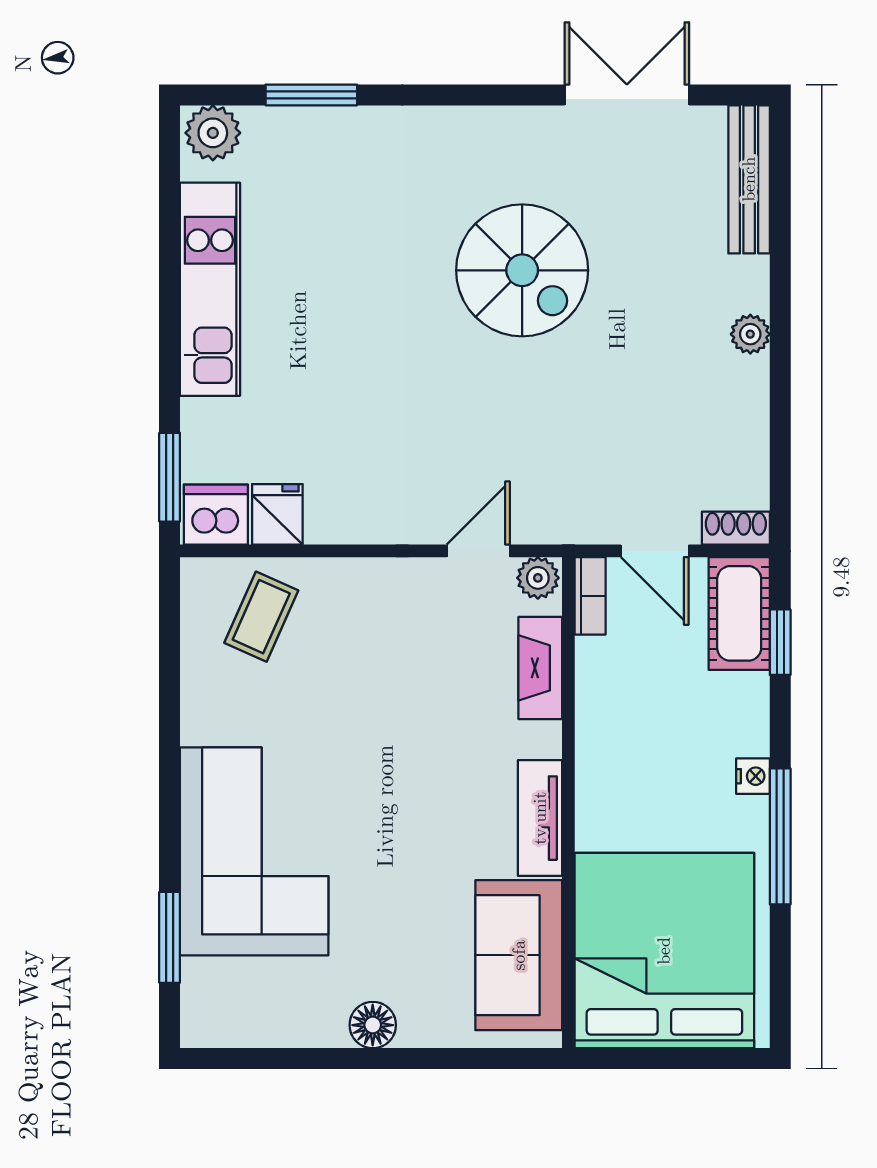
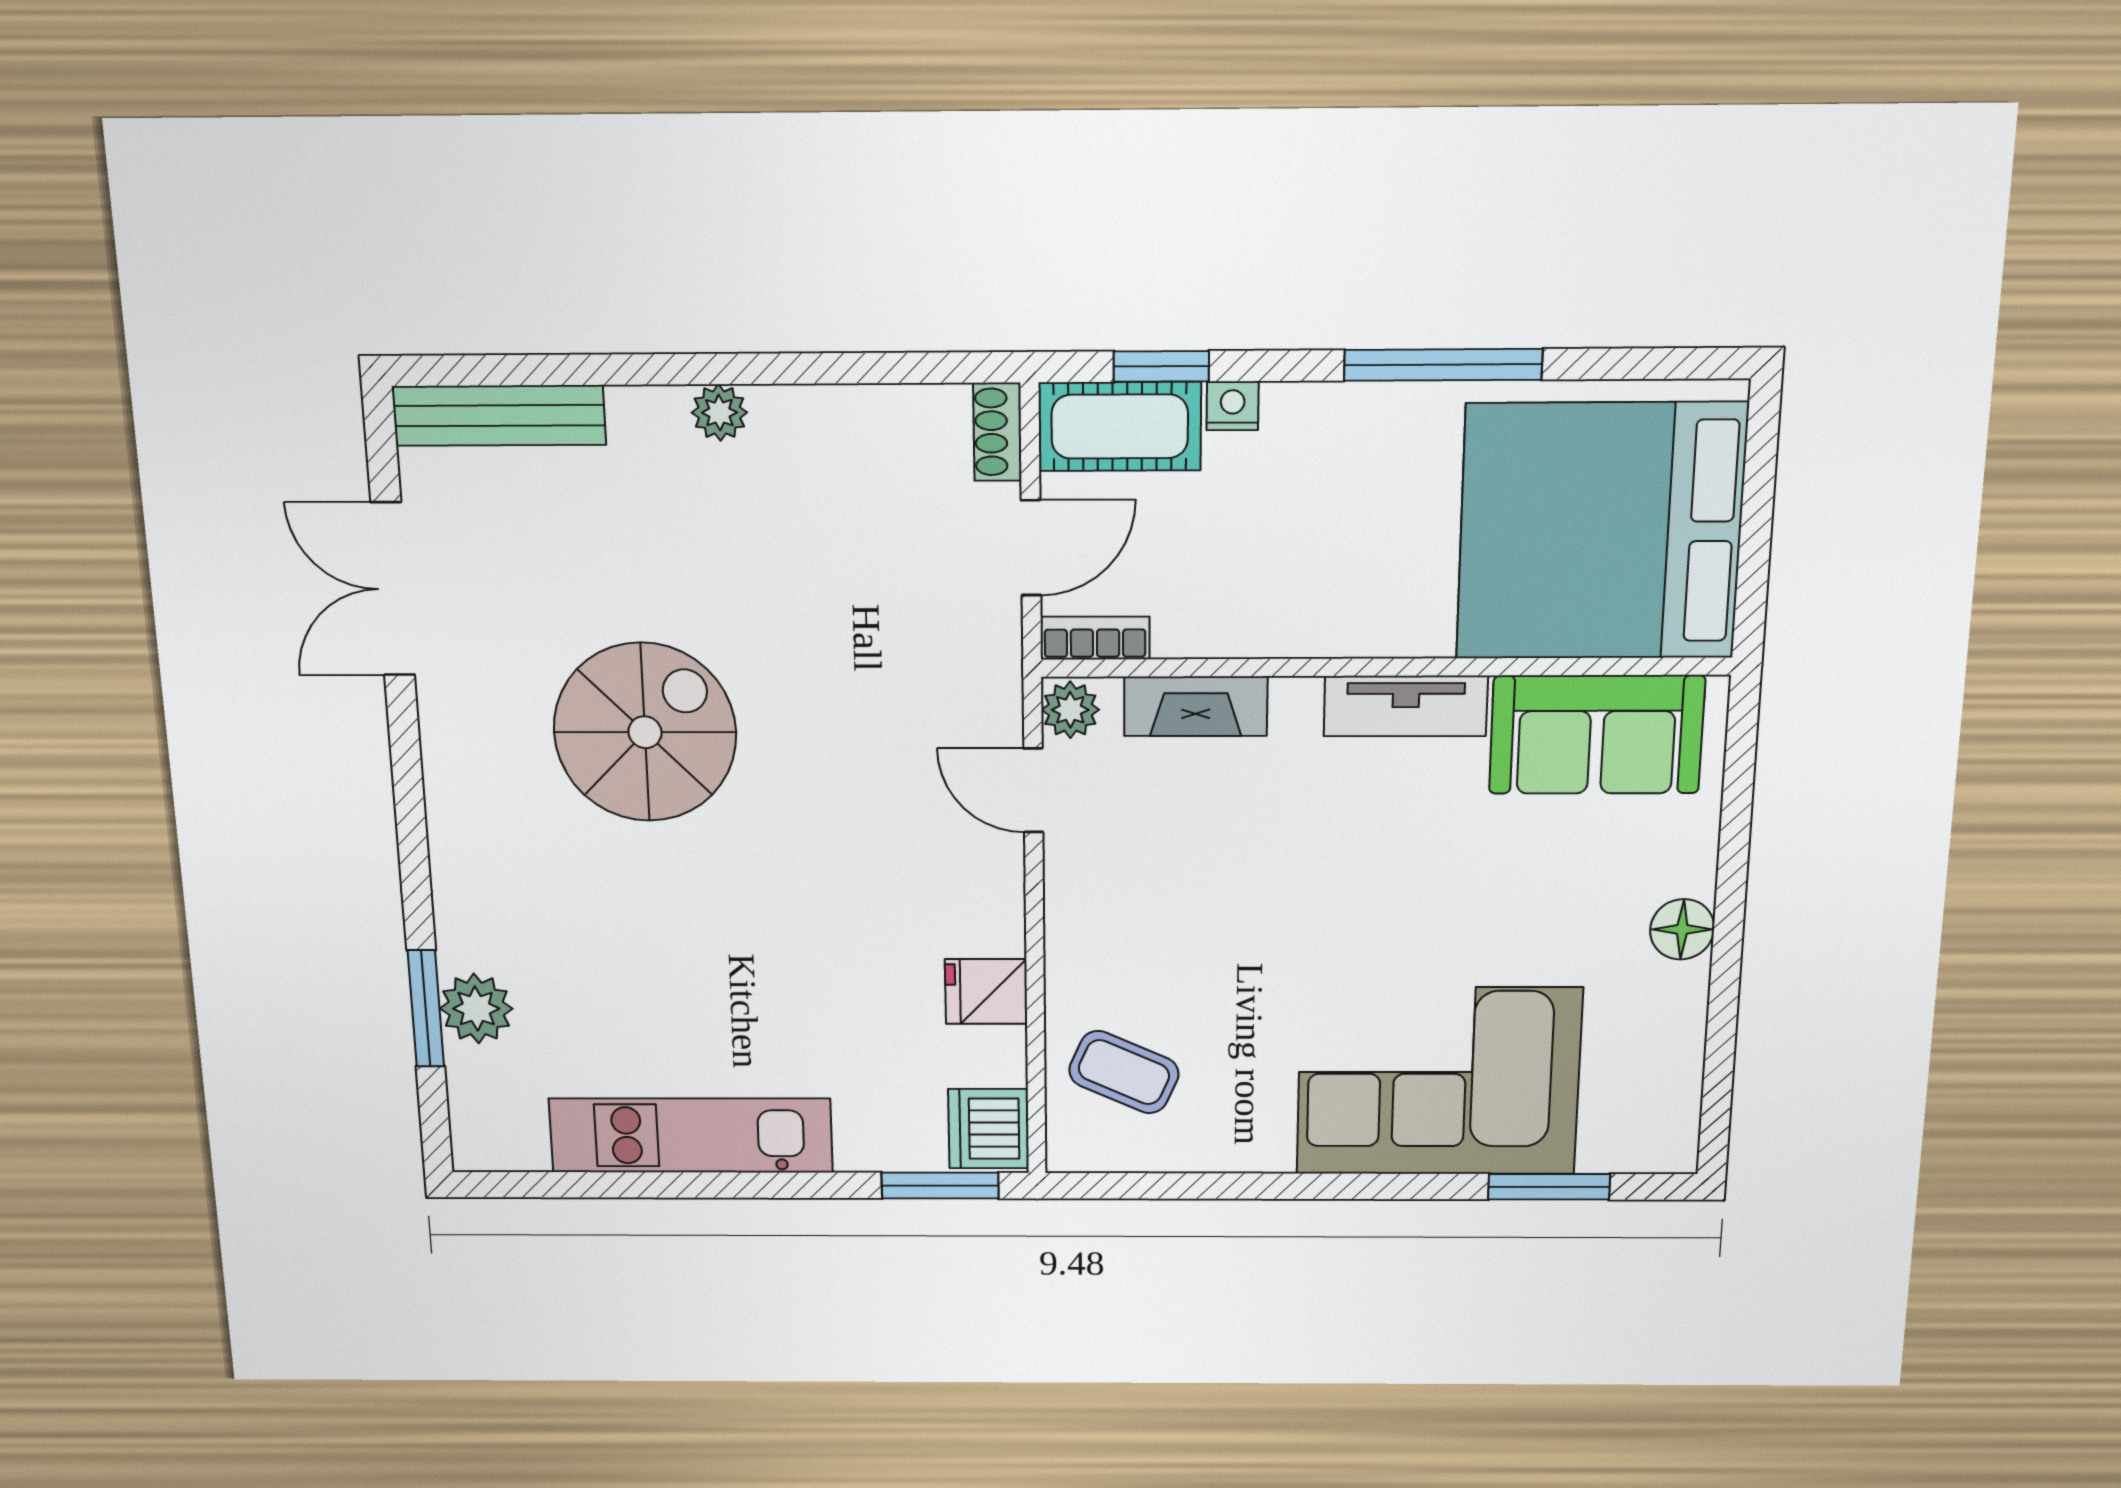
plant: (213, 133) -> (476, 1009), moved
fridge: (277, 514) -> (986, 991), moved
nightstand: (753, 776) -> (1233, 406), moved

